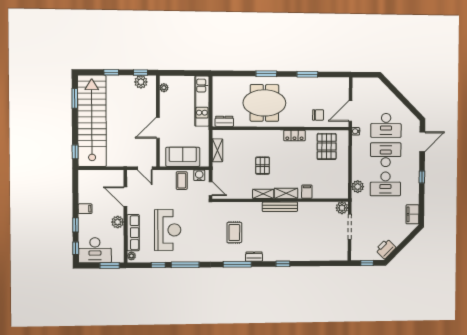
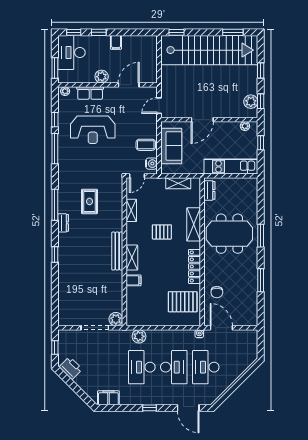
window: (180, 73) -> (261, 143), added
meeting table: (264, 103) -> (229, 234), turned 90
door: (158, 128) -> (202, 120), swing flipped
shelving: (256, 136) -> (194, 224), added
locker: (294, 136) -> (194, 266), width x1.53
shelving: (263, 194) -> (131, 210), moved
row of seats: (133, 233) -> (90, 93), width x0.68
rug: (234, 233) -> (89, 201), turned 90

